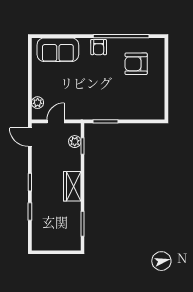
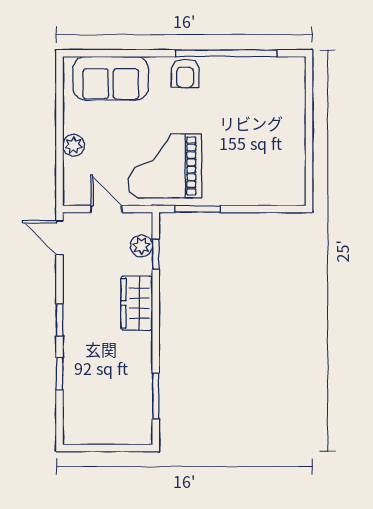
armchair: (136, 64) -> (254, 104), removed
grand piano: (87, 98) -> (165, 166), added
plant: (38, 103) -> (74, 145), moved
door: (56, 121) -> (106, 209), hinge flipped
wardrobe: (72, 186) -> (137, 303), moved

